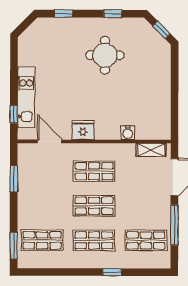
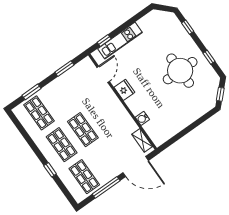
round table: (105, 55) -> (180, 71), width x1.36, depth x1.36
shop shelf: (94, 171) -> (104, 115), removed
window: (14, 246) -> (31, 92), moved

